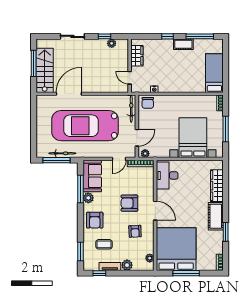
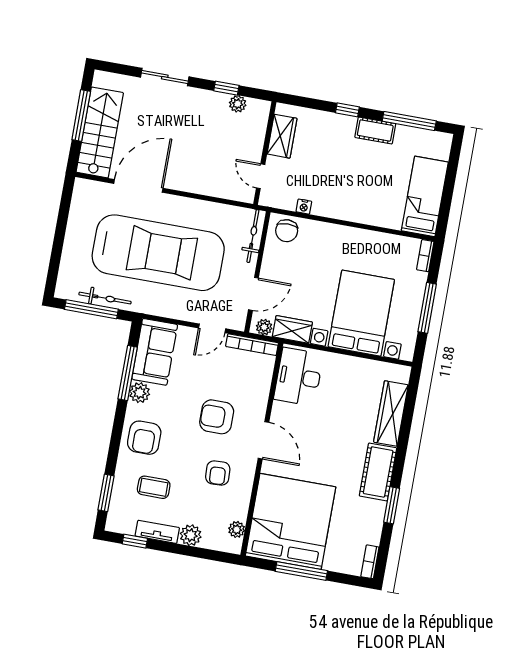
car: (85, 126) -> (158, 253), turned 180
wardrobe: (160, 152) -> (292, 329), added

